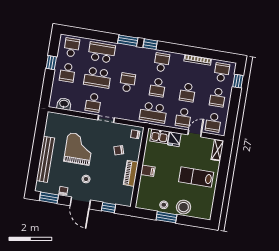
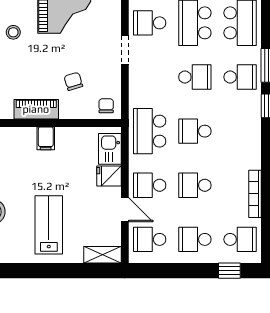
school desk: (162, 62) -> (240, 77), moved

